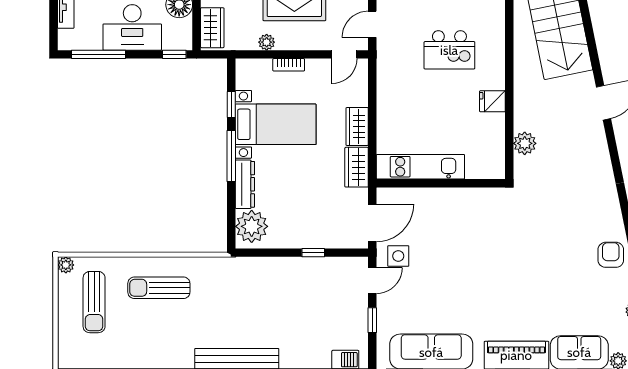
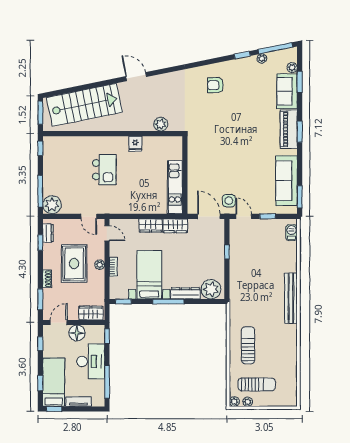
plant: (267, 42) -> (100, 265), moved
window: (231, 105) -> (123, 302), moved
armchair: (611, 255) -> (215, 85), moved
plant: (65, 287) -> (248, 402), added
sun lounger: (159, 288) -> (248, 345), turned 180

